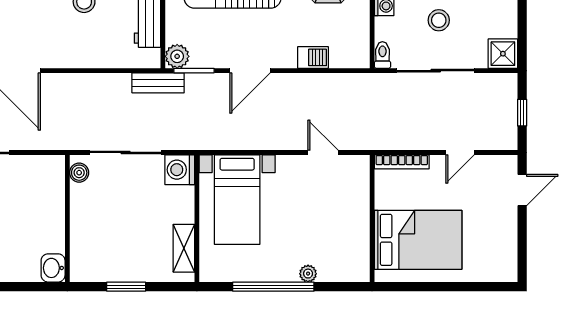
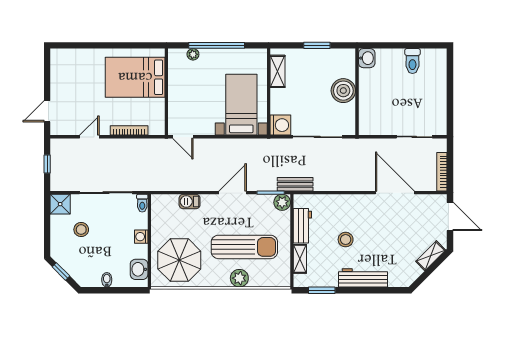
stool: (439, 20) -> (81, 230), moved
boiler: (79, 173) -> (343, 91), moved, width x1.86, depth x1.86
wall: (372, 218) -> (166, 92), moved
bed: (418, 240) -> (135, 77), moved

